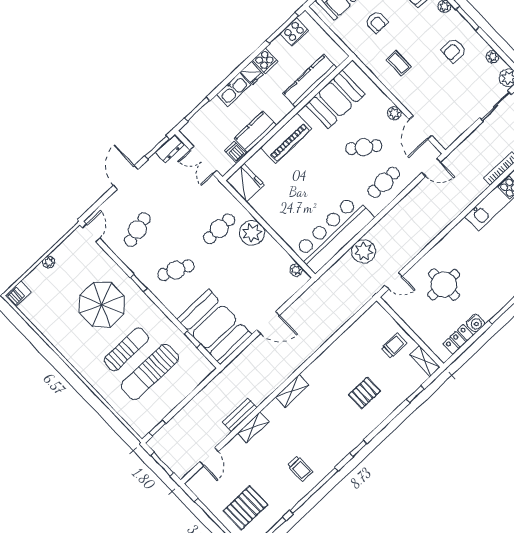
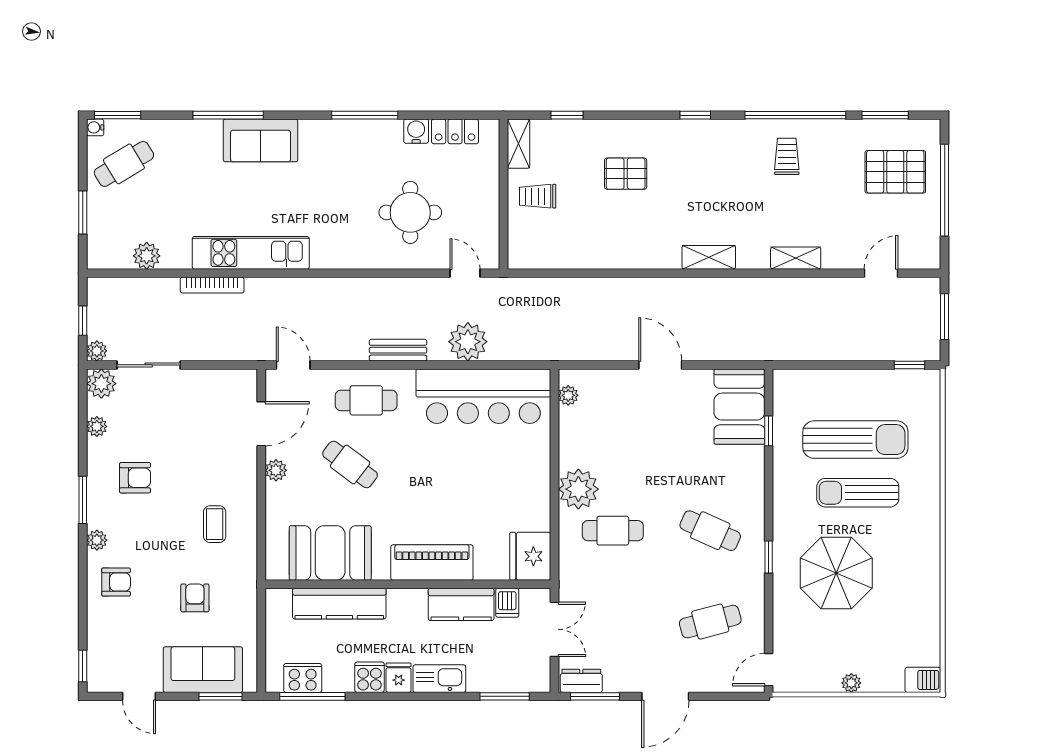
booth: (214, 327) -> (739, 407), width x0.73, depth x0.70
bench: (240, 415) -> (398, 350), moved

